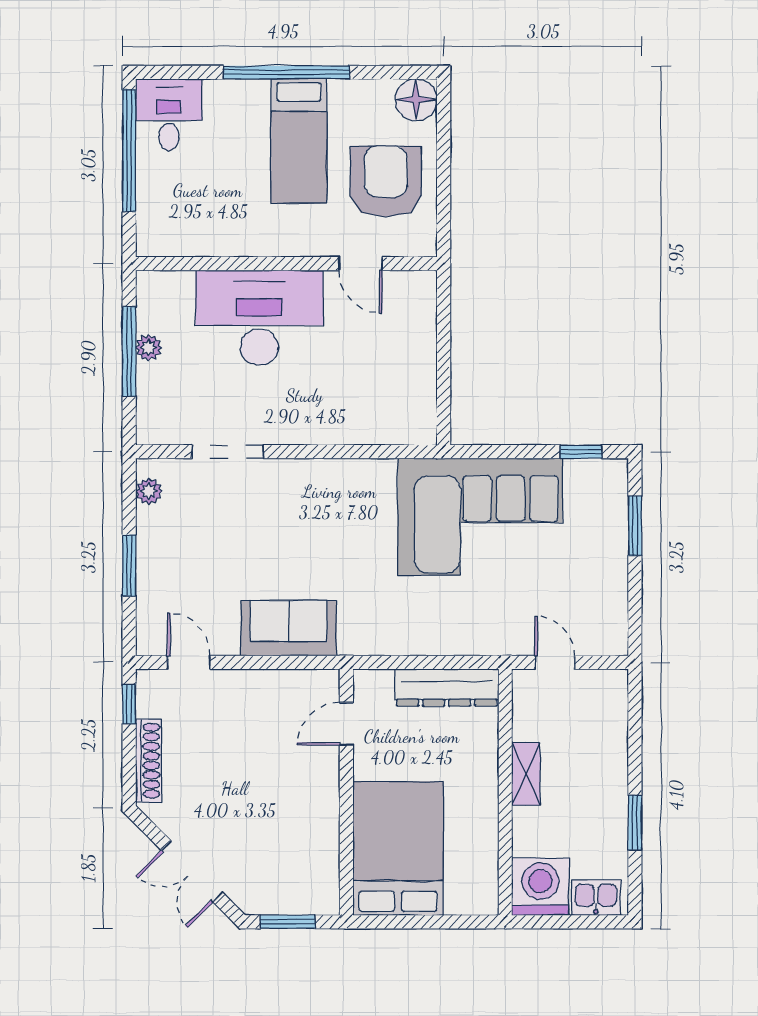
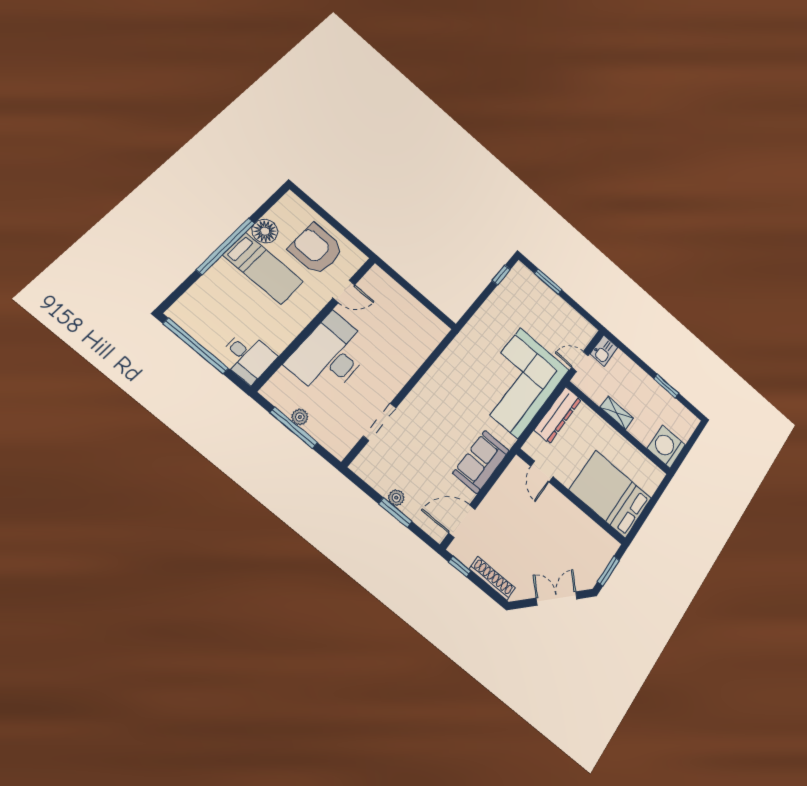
floor lamp: (416, 100) -> (265, 231), moved
desk: (169, 115) -> (248, 357), moved, turned 180
plant: (149, 491) -> (396, 498), moved
corner sofa: (480, 517) -> (519, 382), moved, turned 180
door: (189, 662) -> (462, 521), width x1.38
double door: (192, 871) -> (557, 598), swing flipped
kitchen sink: (596, 898) -> (604, 351), moved, turned 180

